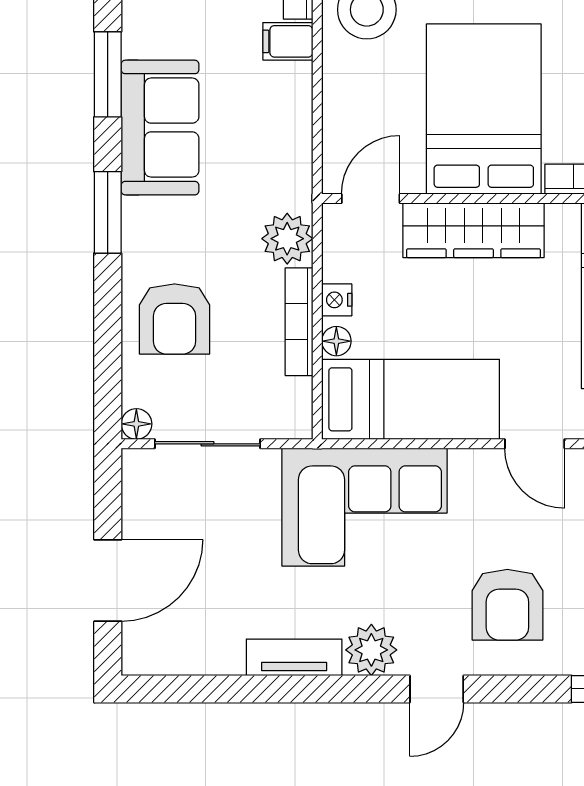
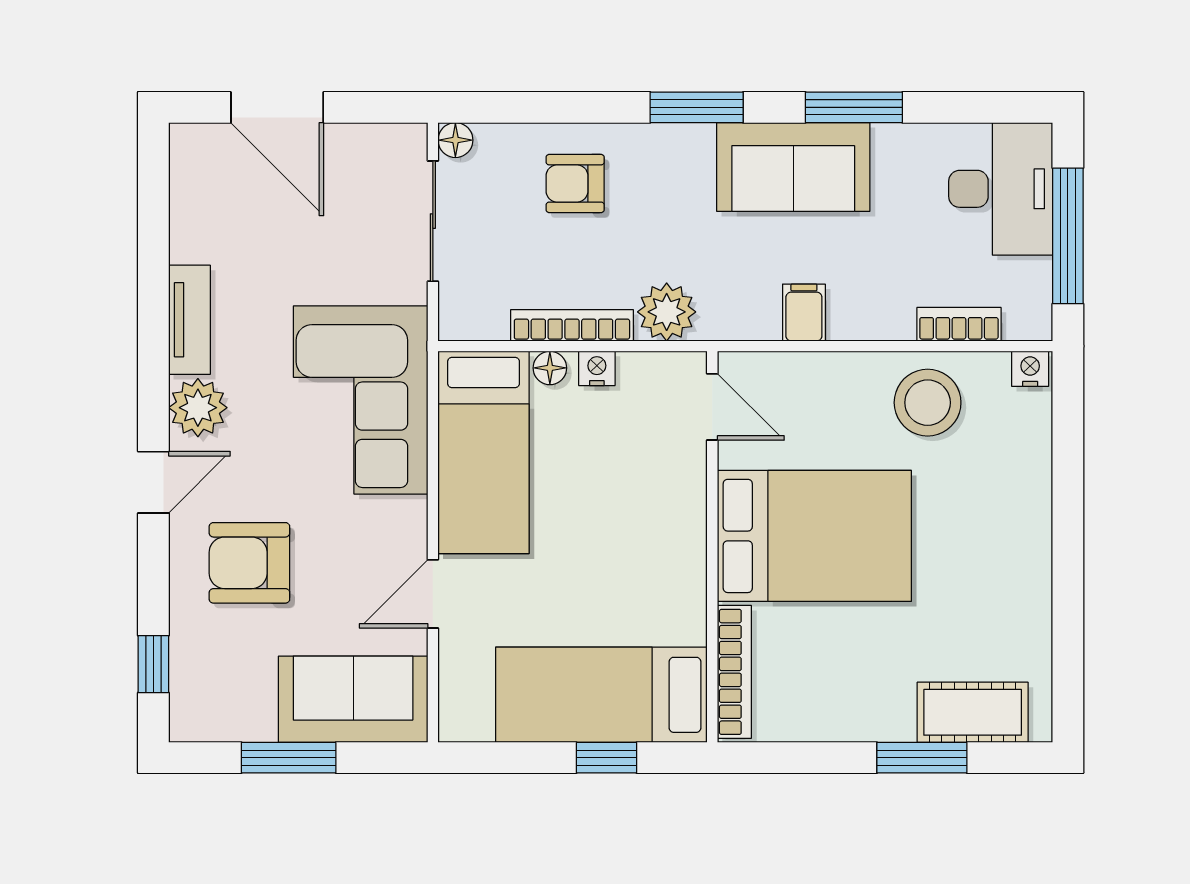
filing cabinet: (288, 41) -> (804, 313), moved
wardrobe: (473, 230) -> (676, 524), removed
armchair: (175, 319) -> (575, 183), width x0.72, depth x0.72
door: (437, 689) -> (153, 482), swing flipped

